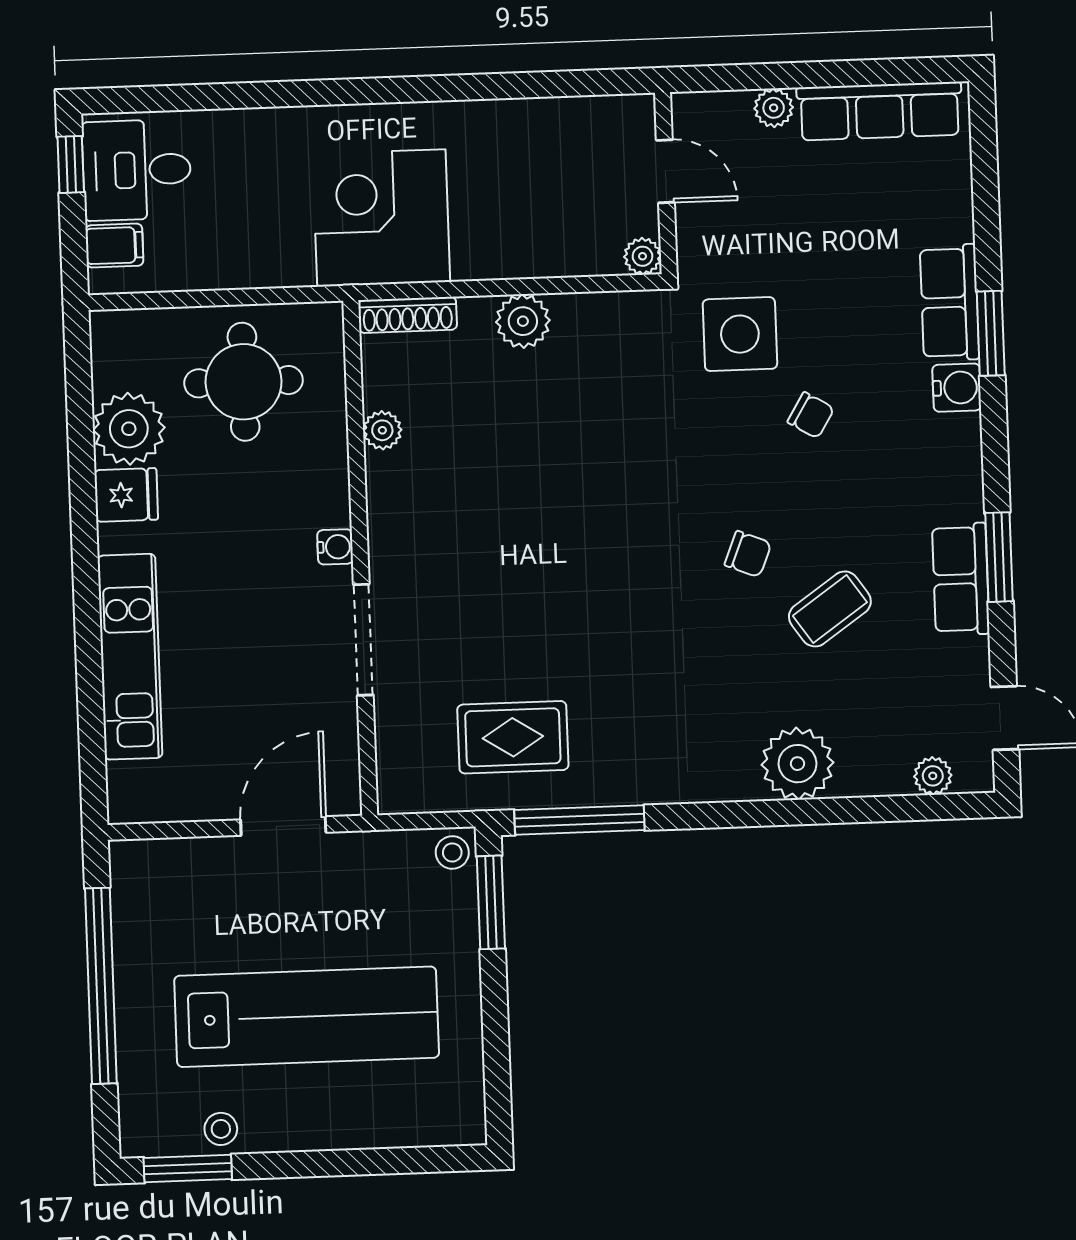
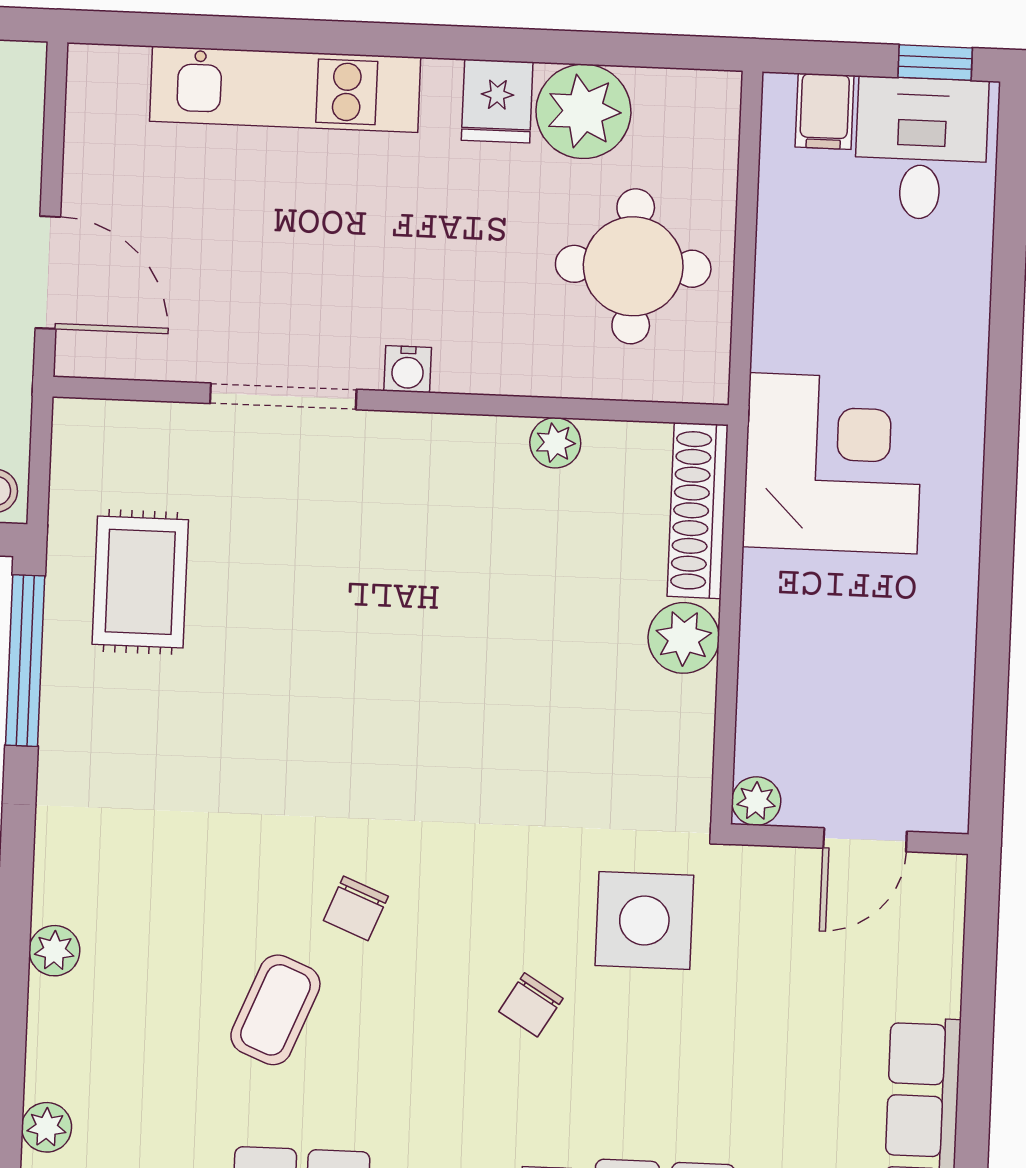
plant: (774, 108) -> (937, 988), removed
shoe rack: (408, 315) -> (698, 511), width x1.36, depth x1.24
coffee table: (830, 609) -> (275, 1010), turned 57
plant: (797, 764) -> (54, 951), width x0.53, depth x0.53

